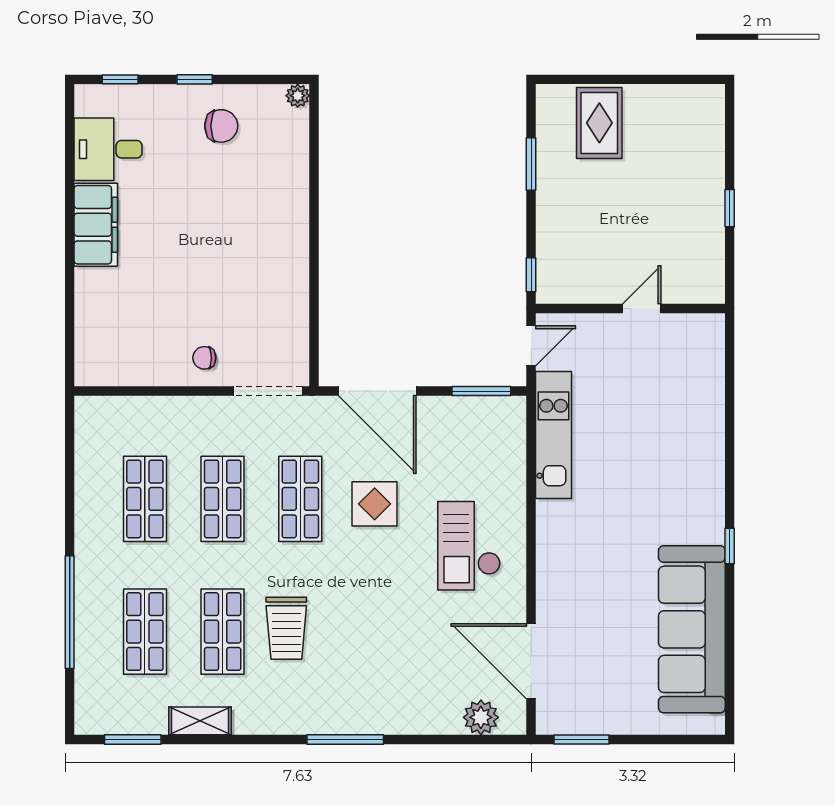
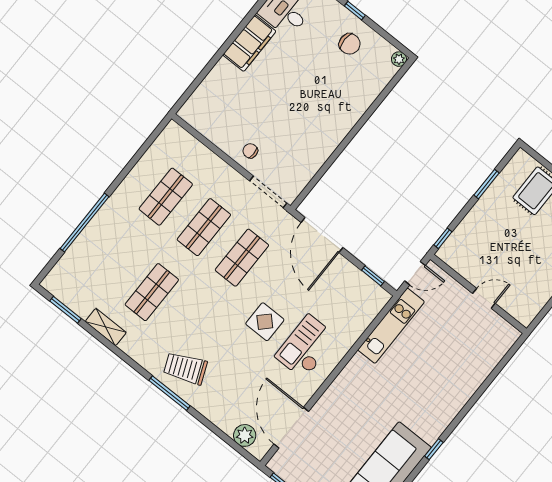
window: (481, 391) -> (373, 276), width x0.67
display table: (375, 504) -> (265, 322), moved
trolley: (286, 628) -> (185, 368), moved, turned 67
shop shelf: (145, 632) -> (114, 262), removed

